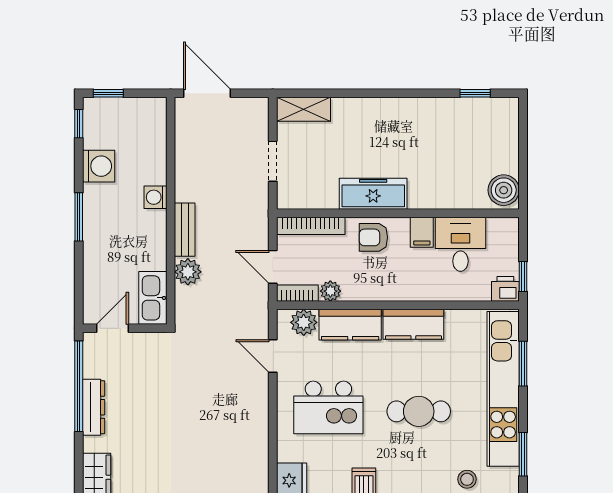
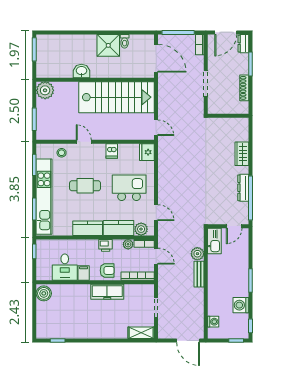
washing machine: (155, 197) -> (213, 322), moved
printer: (505, 289) -> (106, 245), moved

